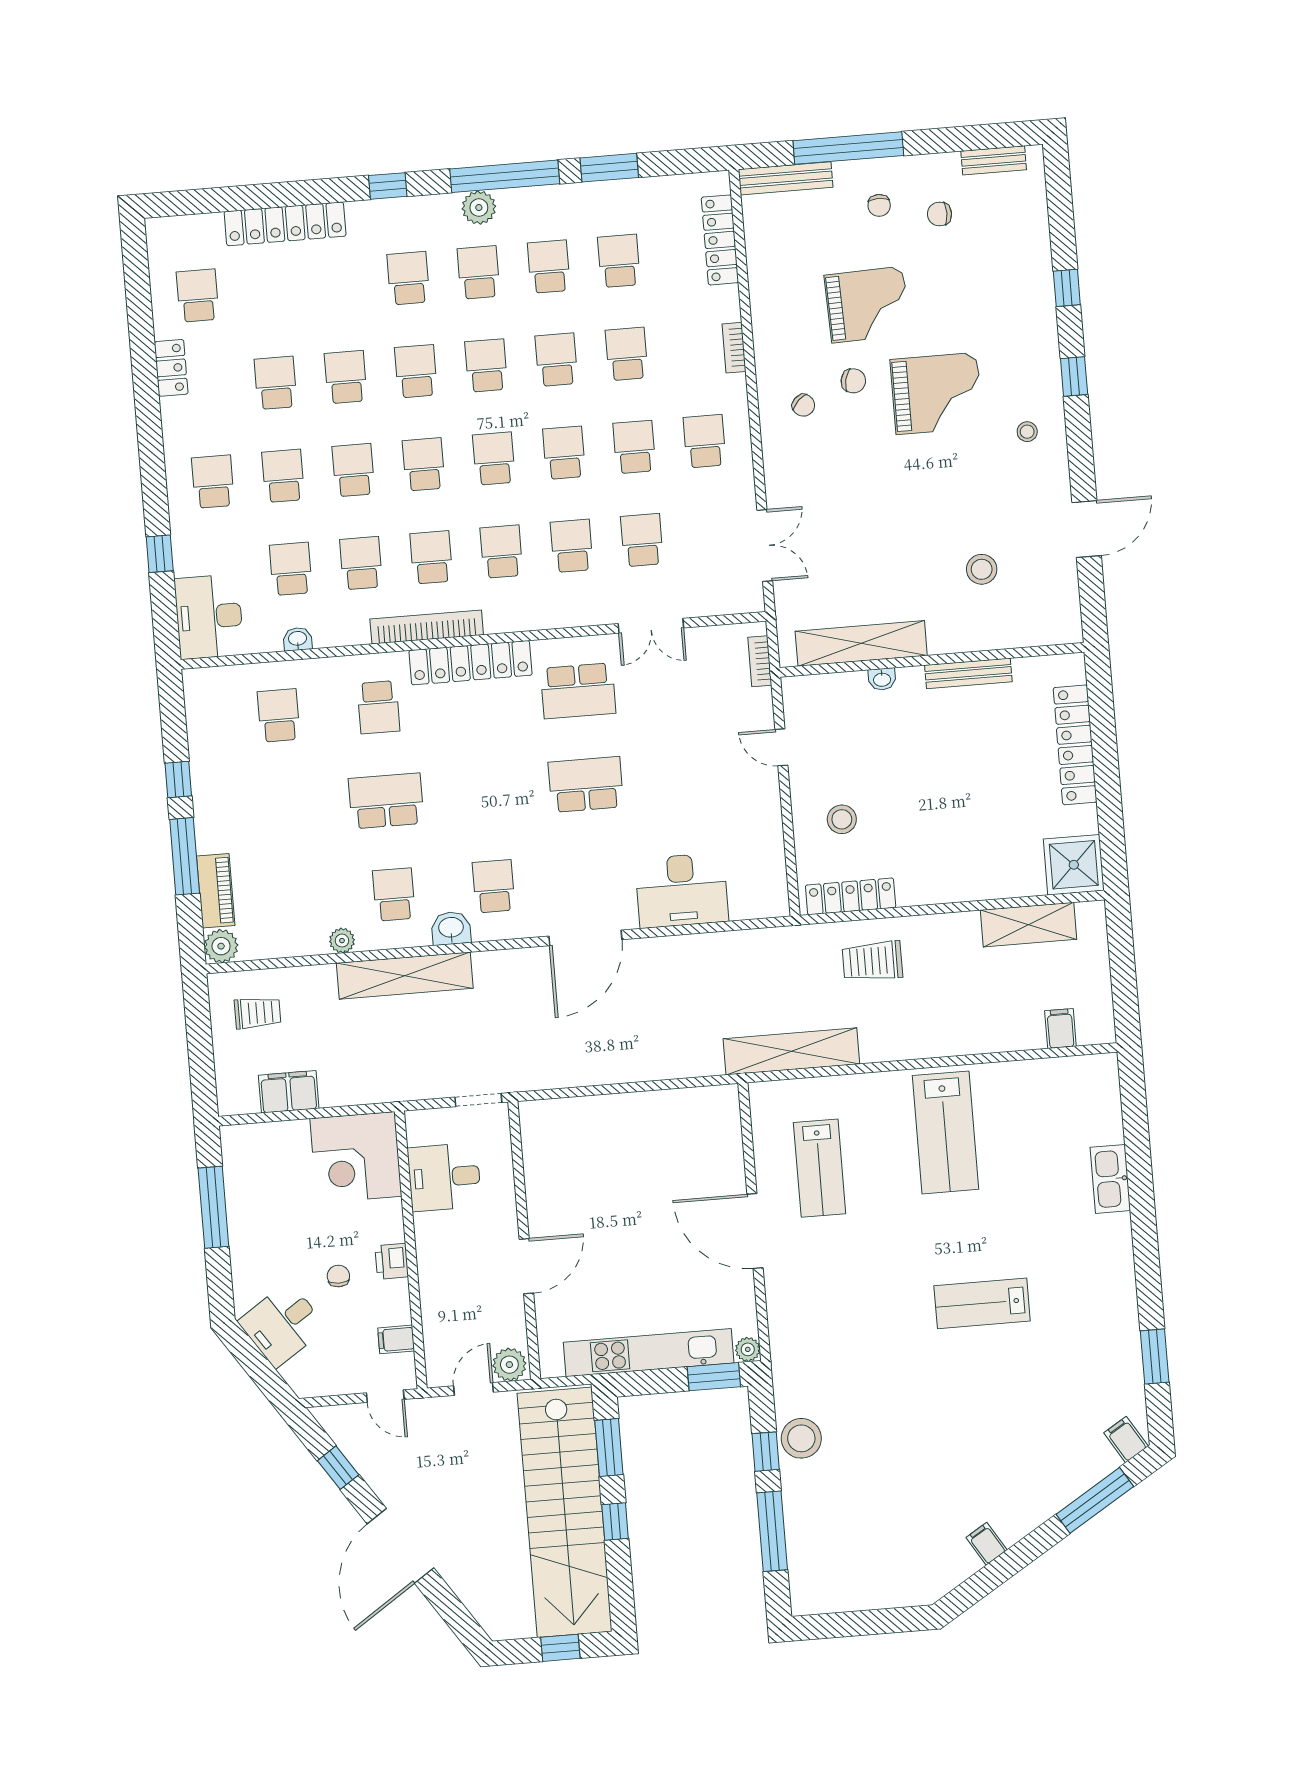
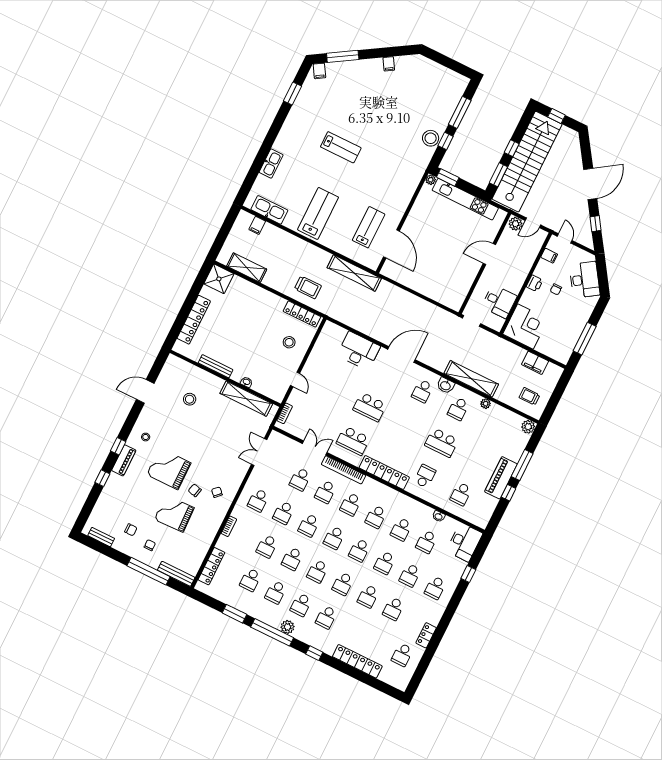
piano: (1044, 354) -> (124, 460), added
bookcase: (427, 627) -> (344, 470), moved
school desk: (578, 691) -> (353, 441), turned 180
piano: (216, 891) -> (501, 478), moved, width x1.37, depth x1.33
kitchen sink: (1054, 1077) -> (269, 210), added
door: (755, 1231) -> (391, 244), moved
desk: (282, 1324) -> (585, 280), width x1.37

